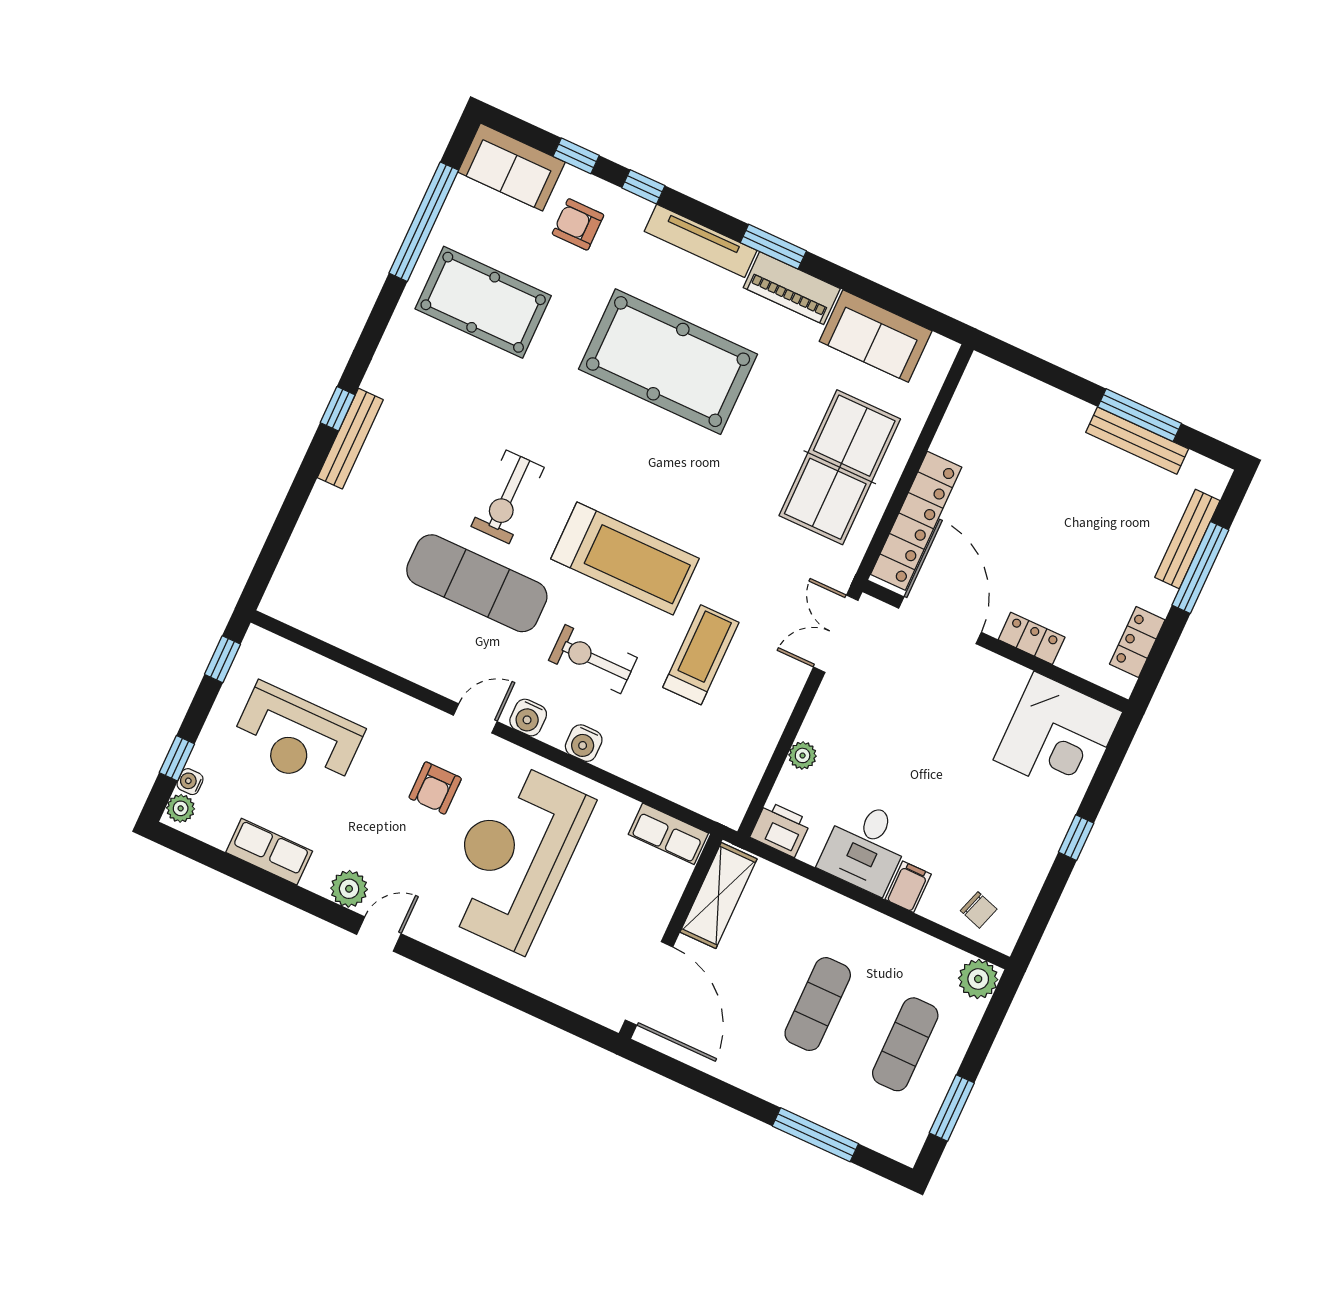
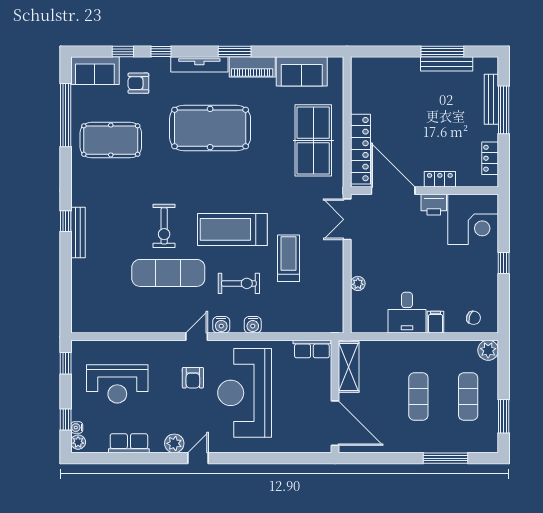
treadmill: (625, 559) -> (232, 229), turned 180
exercise bike: (593, 659) -> (239, 283), turned 180
printer: (781, 829) -> (434, 205), moved, turned 180

